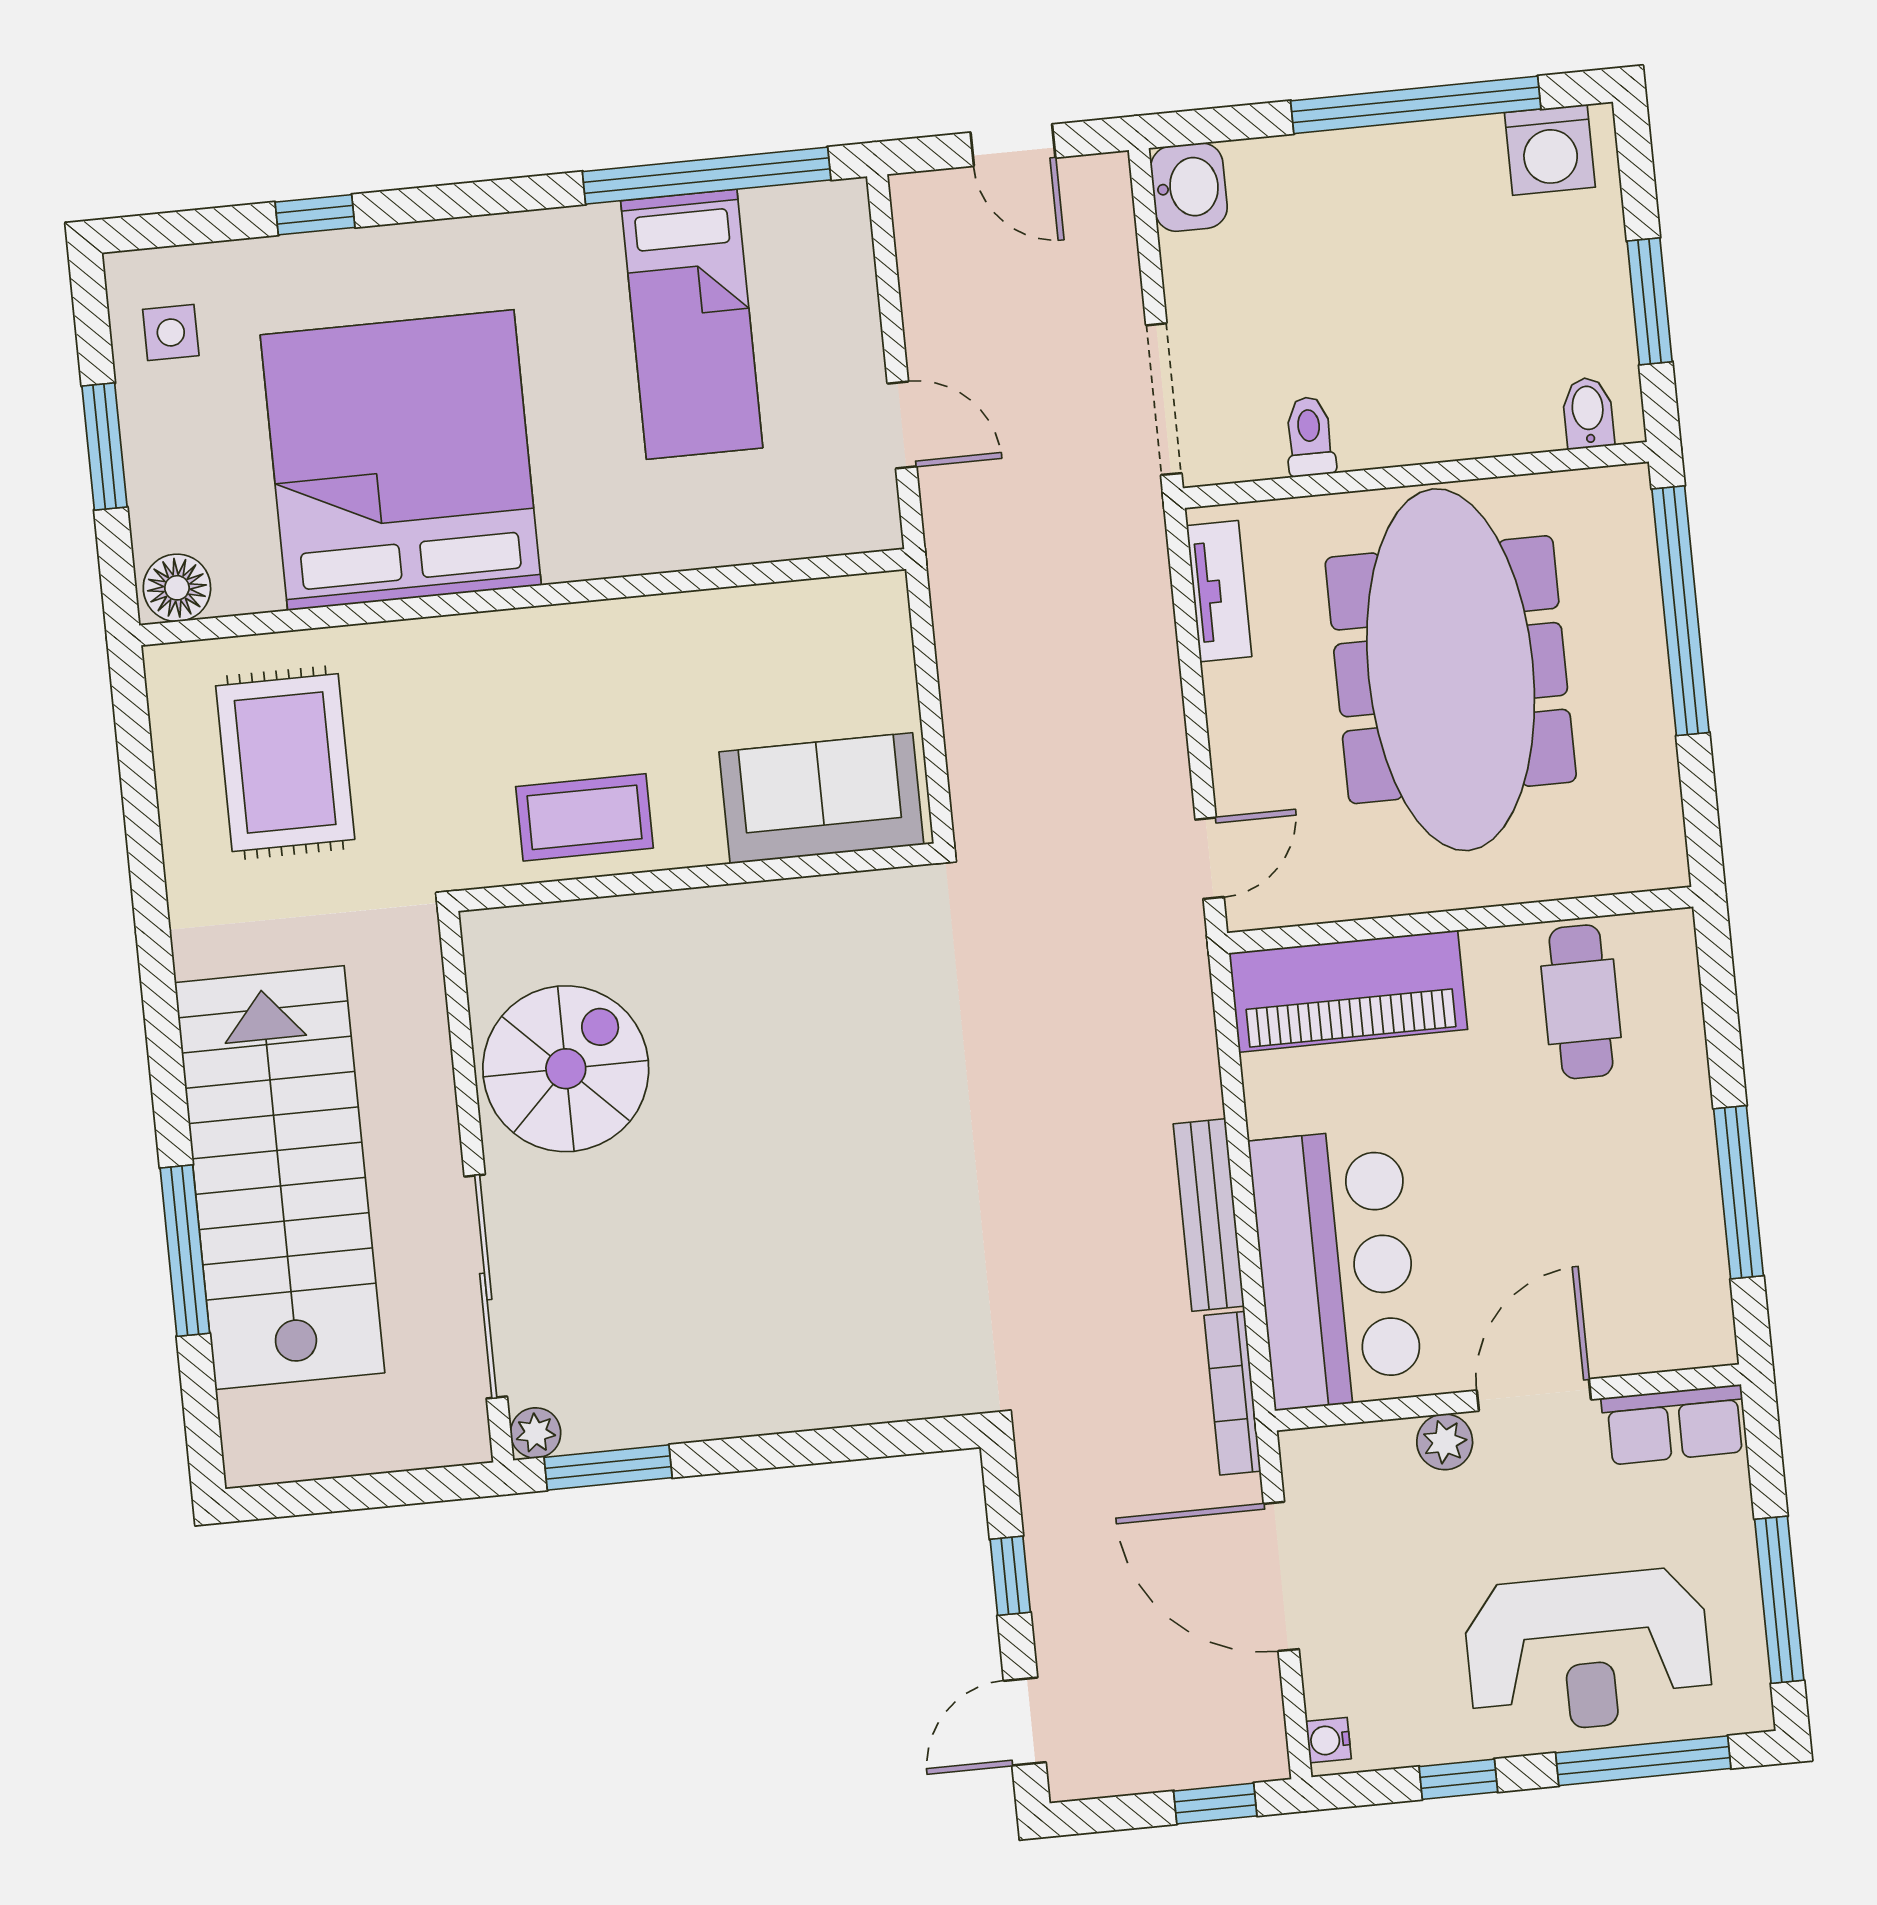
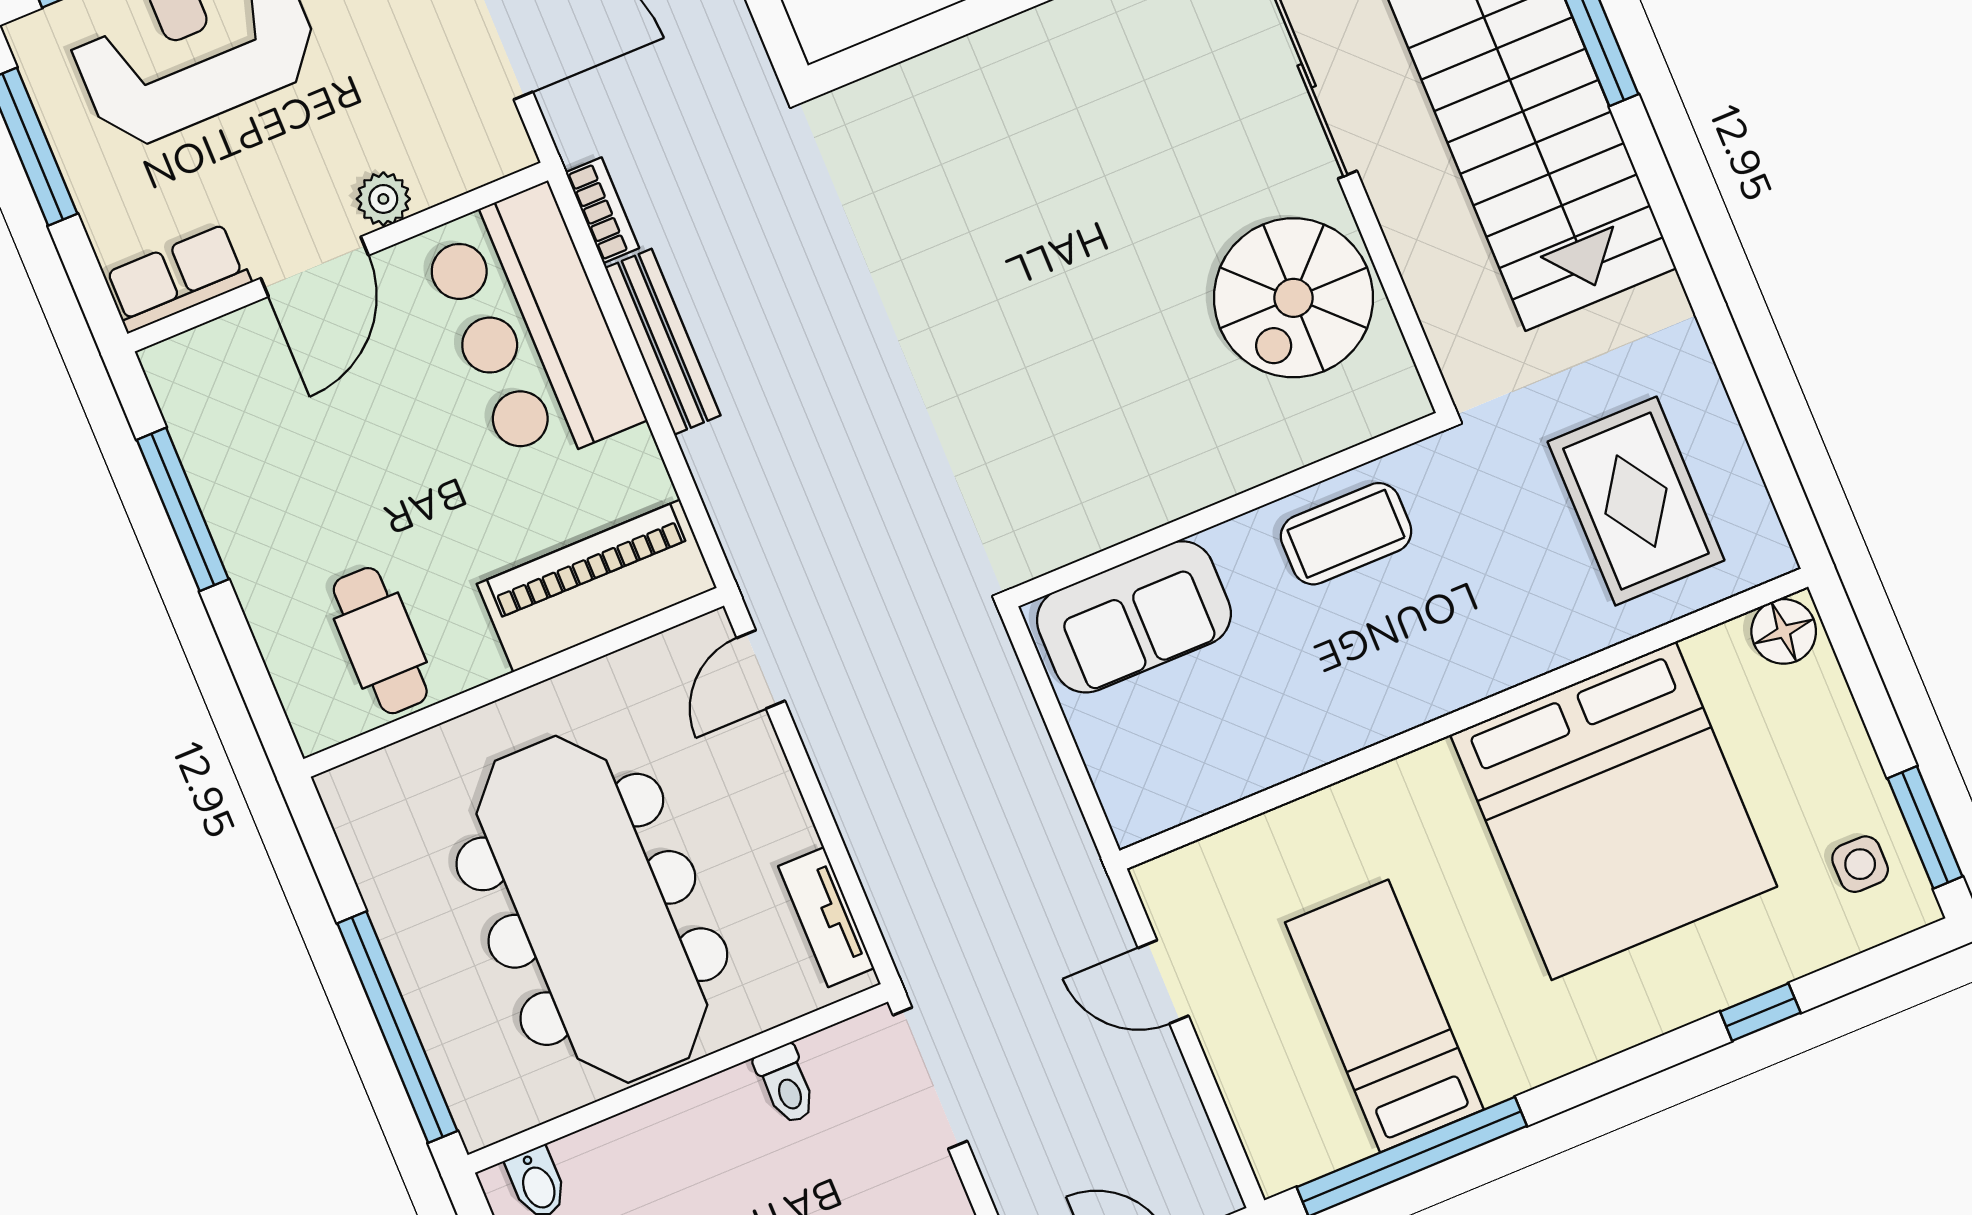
window: (105, 447) -> (1925, 827), moved
bookcase: (1232, 1393) -> (602, 210), width x0.64

